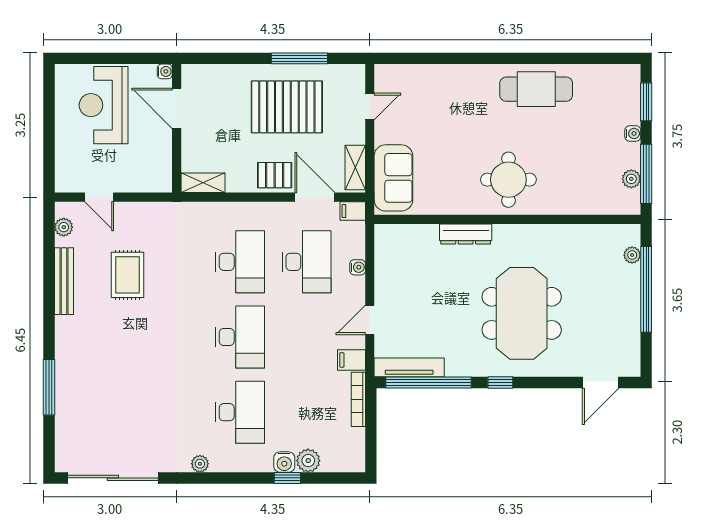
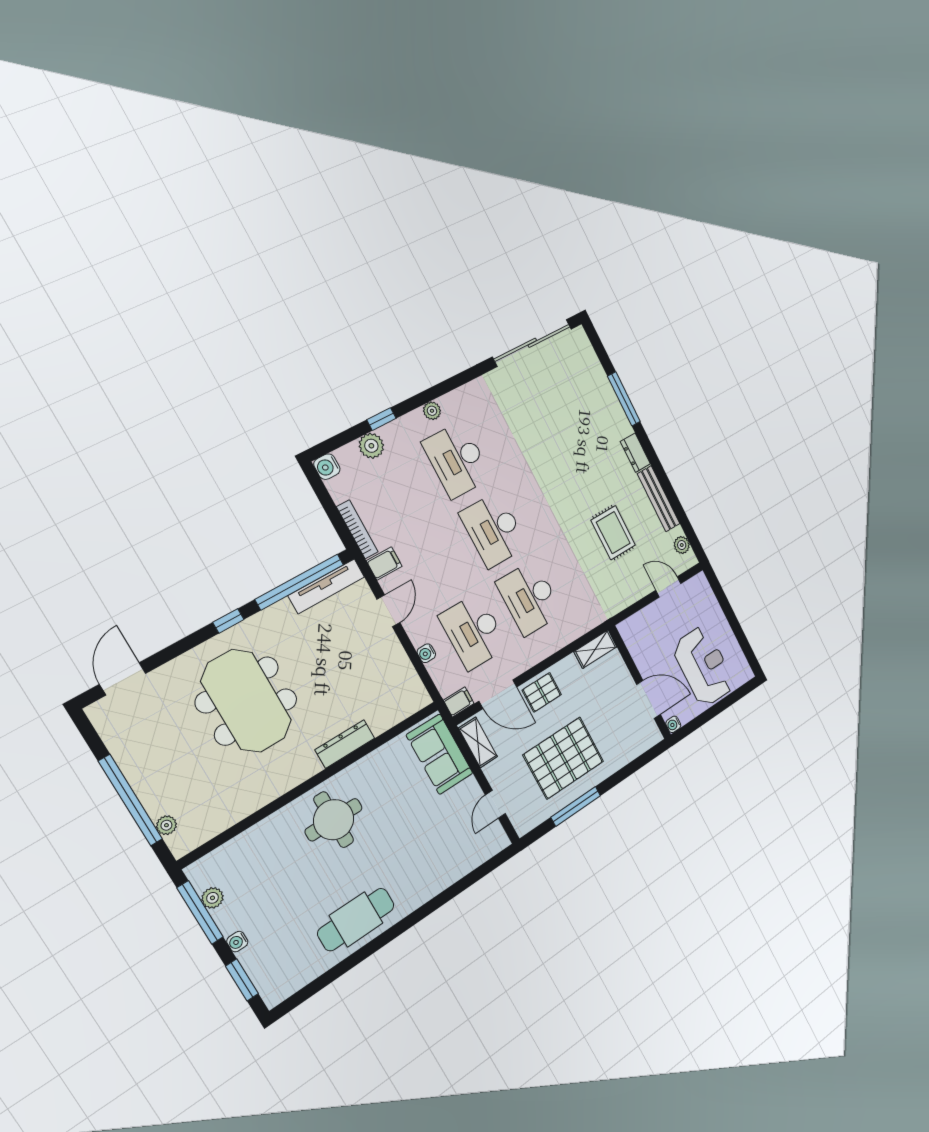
dresser: (64, 334) -> (635, 453), added
water cooler: (284, 462) -> (327, 467), moved, turned -90
plant: (200, 464) -> (432, 411), moved

